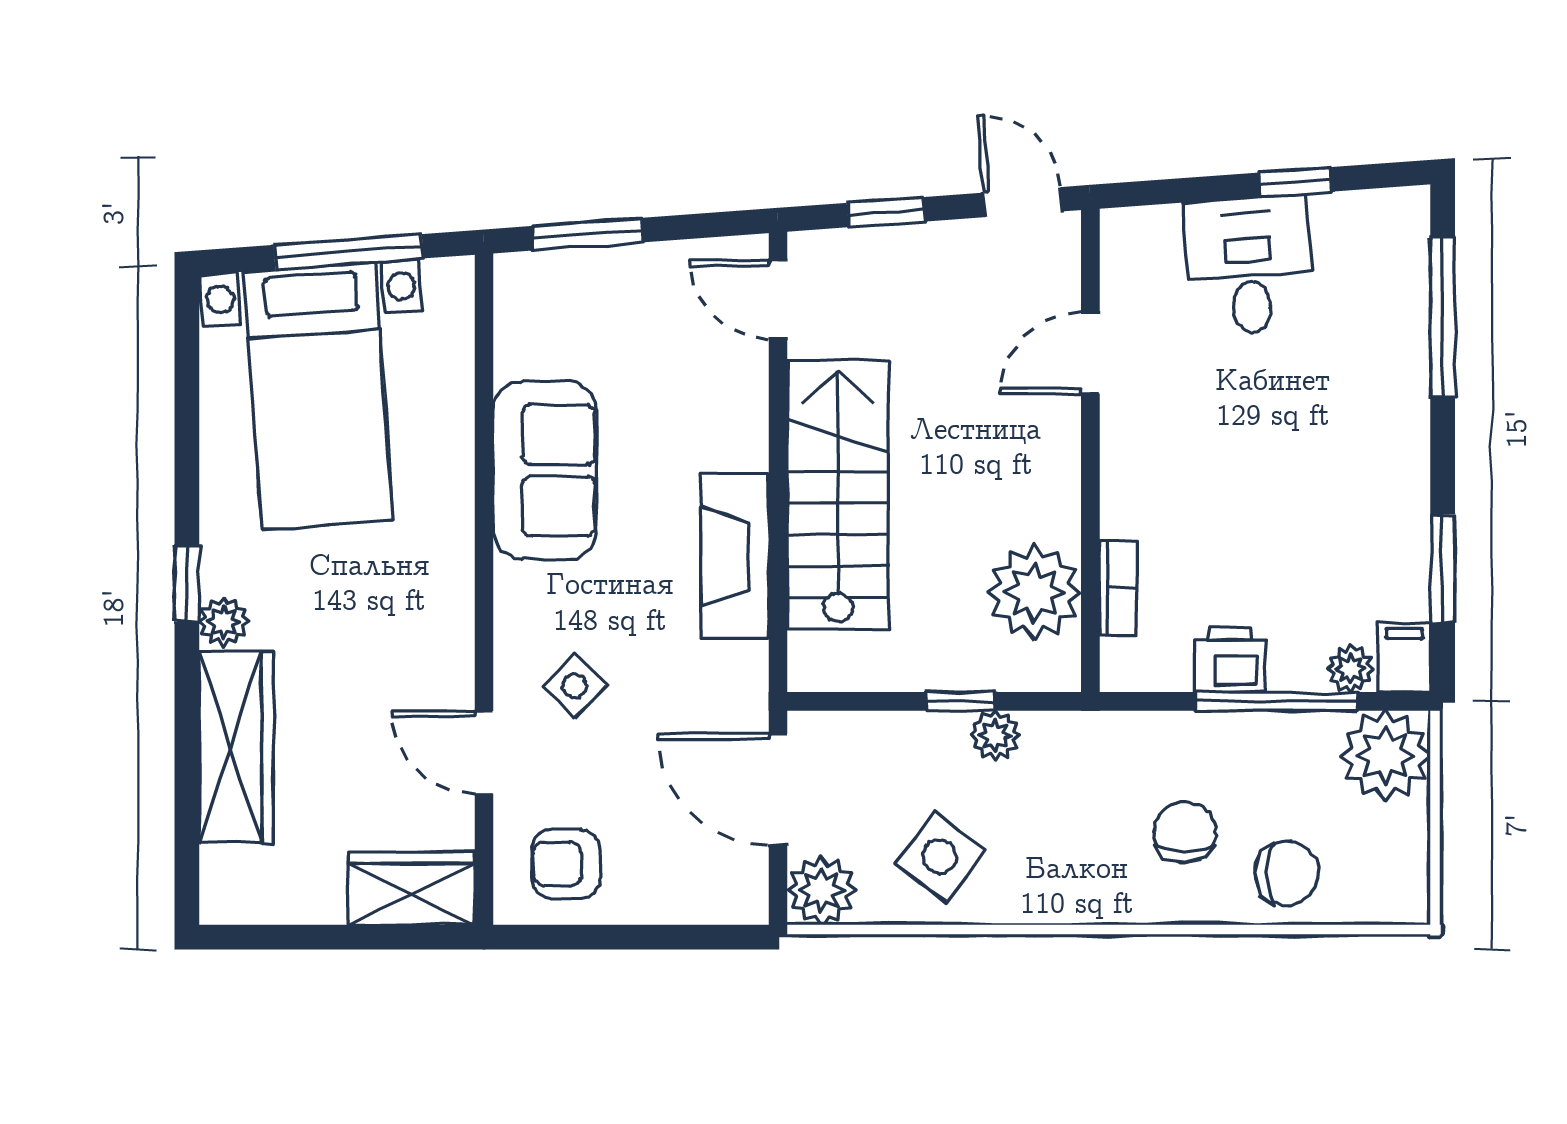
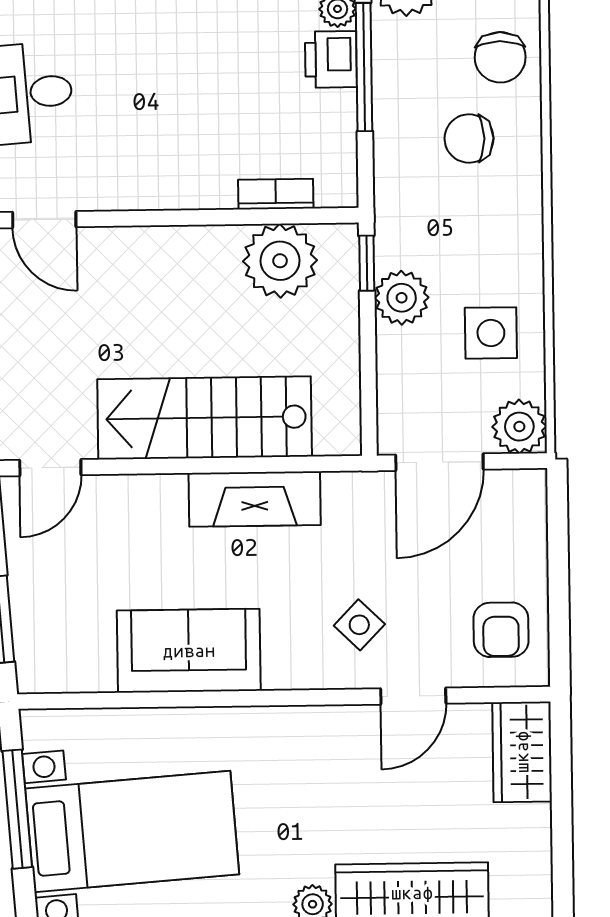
door: (1090, 353) -> (44, 220), moved
printer: (1230, 660) -> (331, 59), moved
window: (961, 701) -> (367, 263), moved
plant: (995, 735) -> (402, 298), width x1.38, depth x1.38
side table: (940, 856) -> (491, 333), turned -37
chair: (1287, 873) -> (500, 57), turned 180

